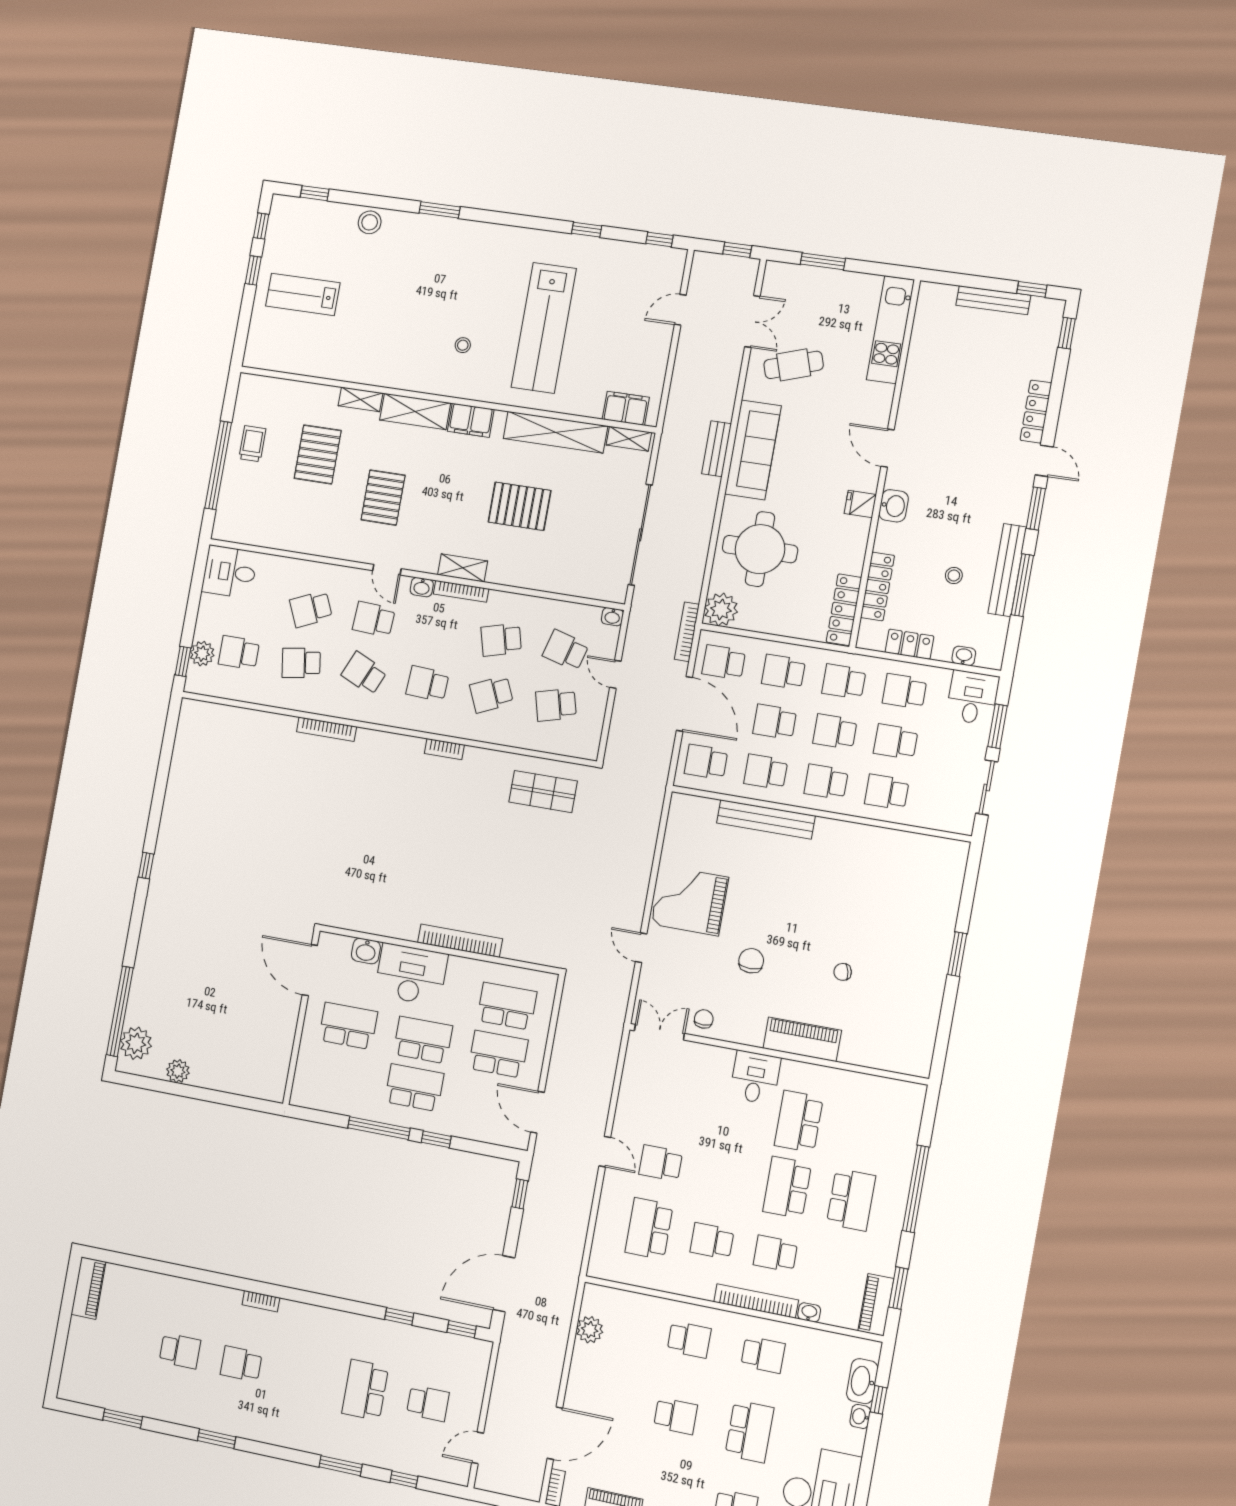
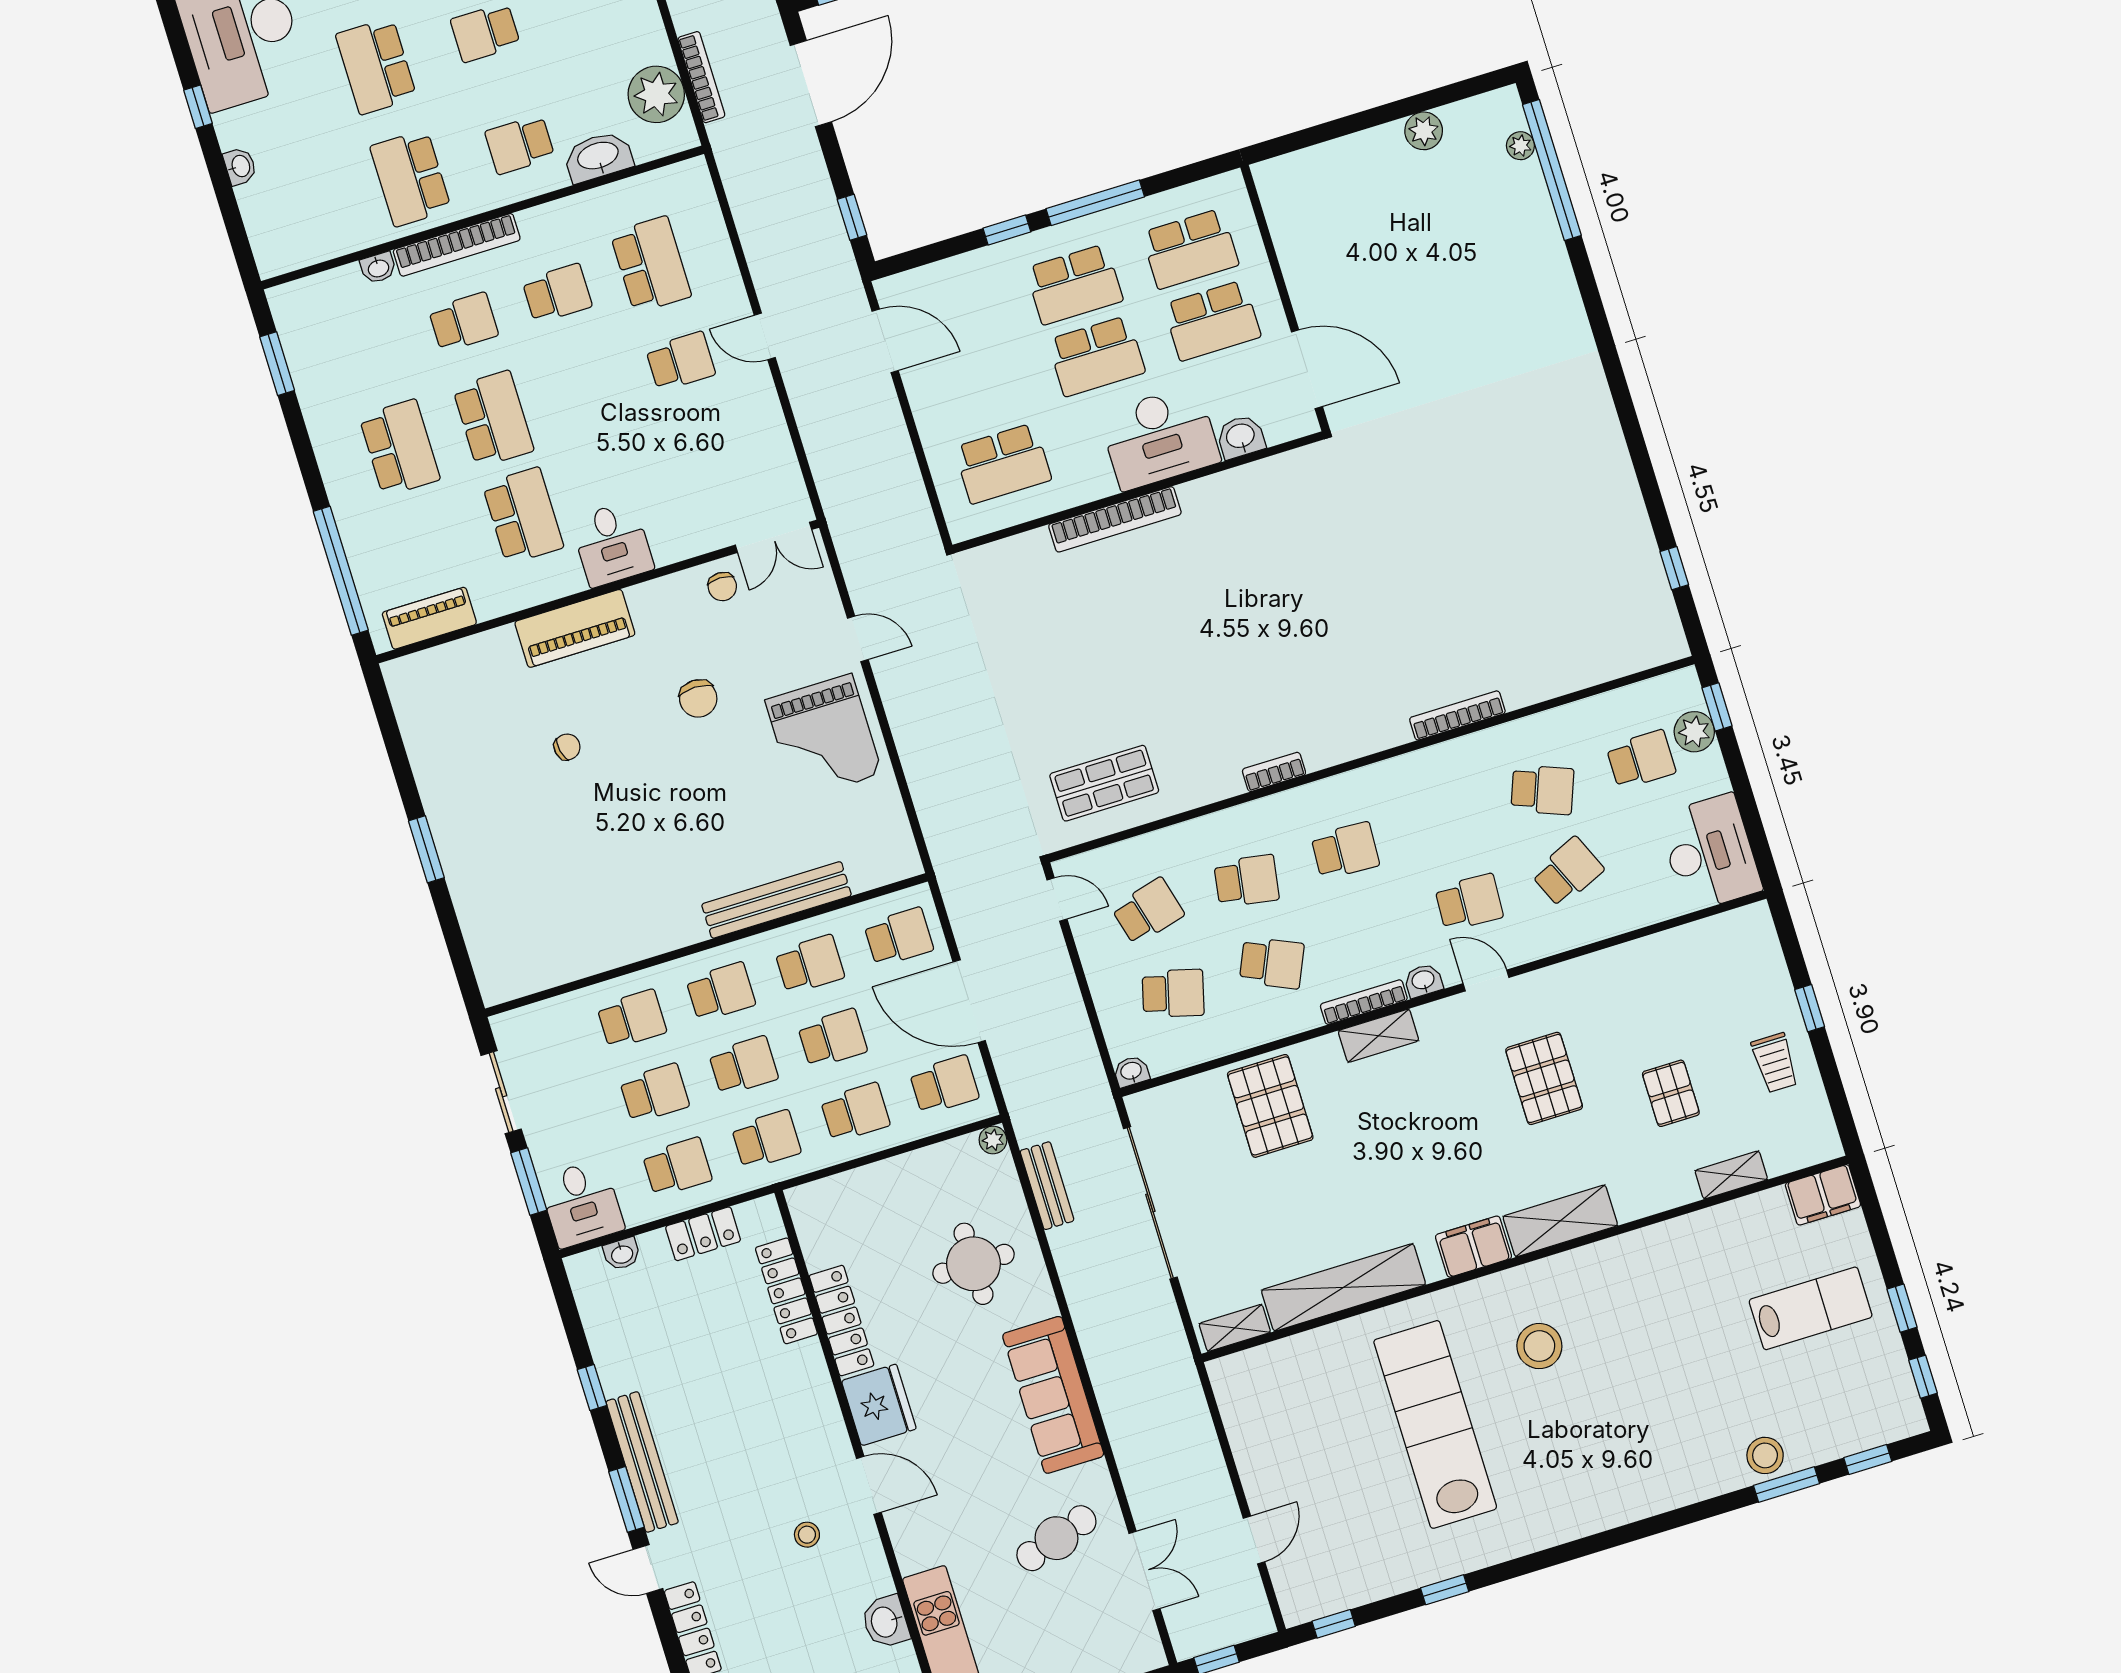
window: (439, 210) -> (1786, 1485), moved
double door: (752, 321) -> (1144, 1571), swing flipped
stool: (463, 345) -> (1539, 1346), width x1.89, depth x1.89
shelving: (360, 399) -> (1731, 1175), moved
filing cabinet: (626, 408) -> (1823, 1195), moved
bench: (717, 449) -> (1047, 1186), moved
pallet: (318, 454) -> (1671, 1093), width x0.67, depth x0.71
window: (218, 465) -> (1810, 1008), width x0.32
fridge: (860, 504) -> (879, 1405), width x1.88, depth x1.34
pallet: (520, 506) -> (1270, 1106), moved, turned 90
washbasin: (894, 506) -> (885, 1622), moved
round table: (760, 549) -> (973, 1264), width x0.73, depth x0.73
bench: (1007, 570) -> (642, 1462), moved
desk: (230, 572) -> (1710, 853), width x1.37
stool: (954, 575) -> (807, 1535), moved
window: (1022, 585) -> (592, 1387), width x0.46
plant: (721, 610) -> (993, 1140), width x0.53, depth x0.53
locker: (844, 610) -> (842, 1321), moved
bookcase: (687, 632) -> (701, 77), moved
school desk: (501, 640) -> (1272, 963), turned 39
school desk: (301, 663) -> (1542, 790), turned 30
school desk: (364, 673) -> (1444, 820), removed
door: (615, 674) -> (1057, 899), moved
school desk: (491, 694) -> (1247, 881), turned 33
window: (146, 866) -> (1674, 568), moved
grand piano: (690, 901) -> (824, 737), turned 90
plant: (136, 1043) -> (1520, 146), width x0.53, depth x0.53
school desk: (498, 1054) -> (1190, 249), moved
window: (916, 1189) -> (341, 571), moved
school desk: (851, 1200) -> (400, 448), turned 180
piano: (876, 1305) -> (429, 618), moved, turned -90
plant: (590, 1330) -> (656, 94), width x1.36, depth x1.36
school desk: (763, 1355) -> (411, 178), width x1.85
washbasin: (862, 1381) -> (598, 157), moved, turned -90
window: (879, 1400) -> (198, 107), moved

